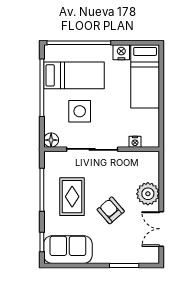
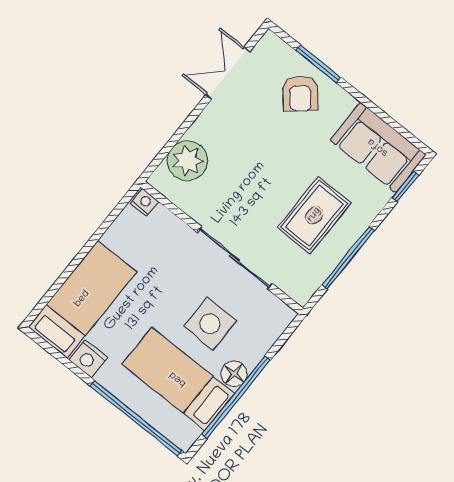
floor lamp: (51, 140) -> (234, 374), moved
nightstand: (135, 142) -> (145, 202), moved
plant: (148, 194) -> (187, 161), moved
armchair: (111, 210) -> (300, 94), moved
double door: (161, 229) -> (228, 73), swing flipped

